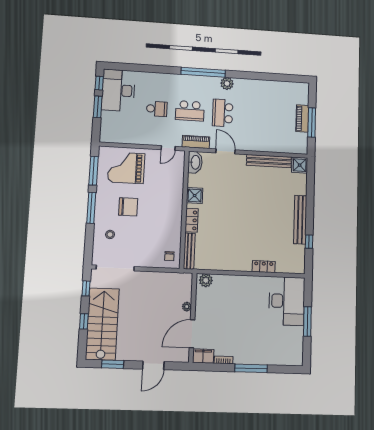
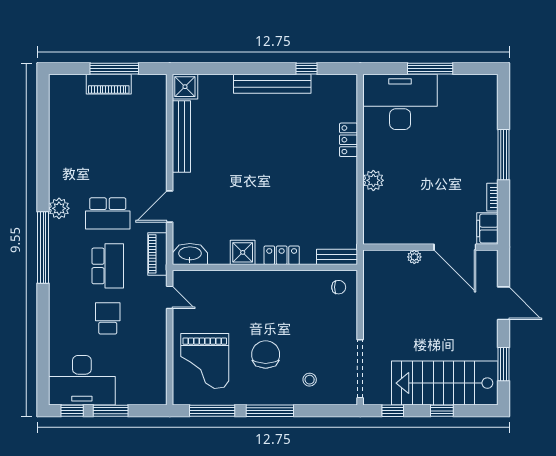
bench: (189, 251) -> (337, 257), width x0.73
plant: (206, 280) -> (373, 180), moved

